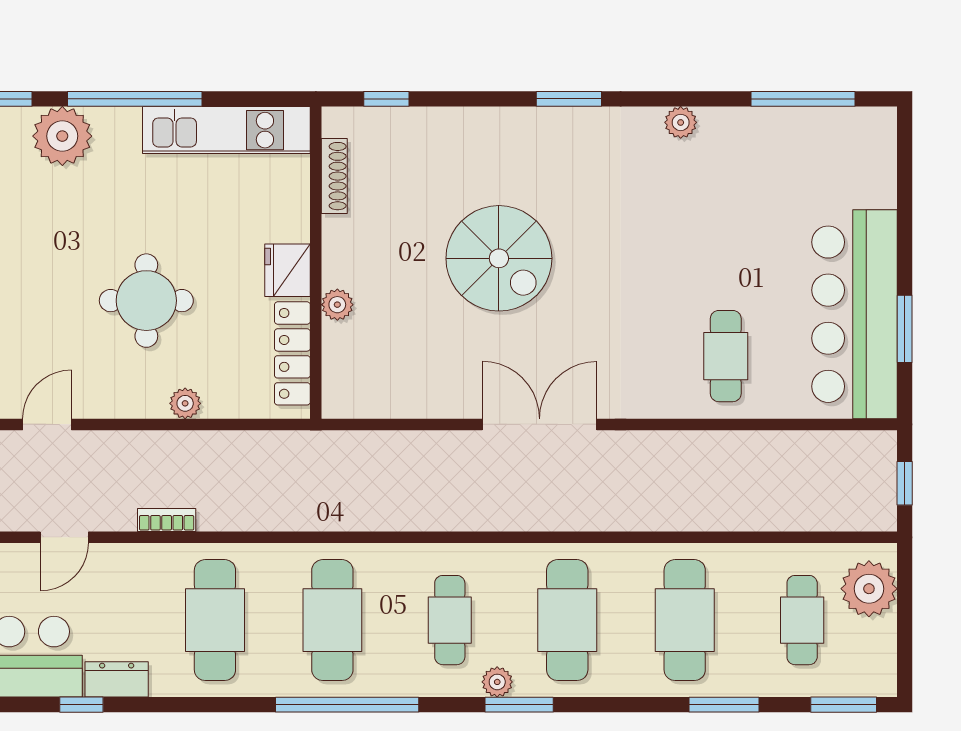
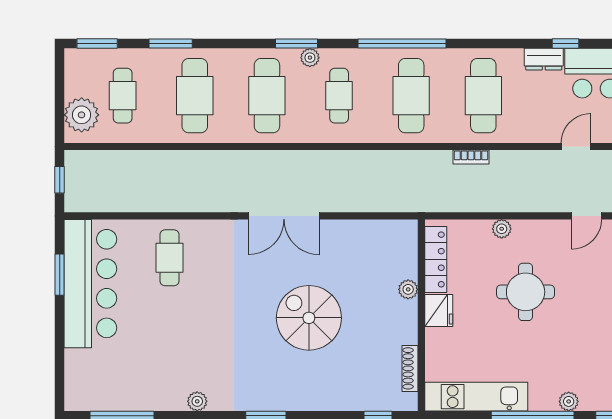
plant: (62, 136) -> (569, 401), width x0.53, depth x0.53
bookcase: (167, 520) -> (471, 157), moved

